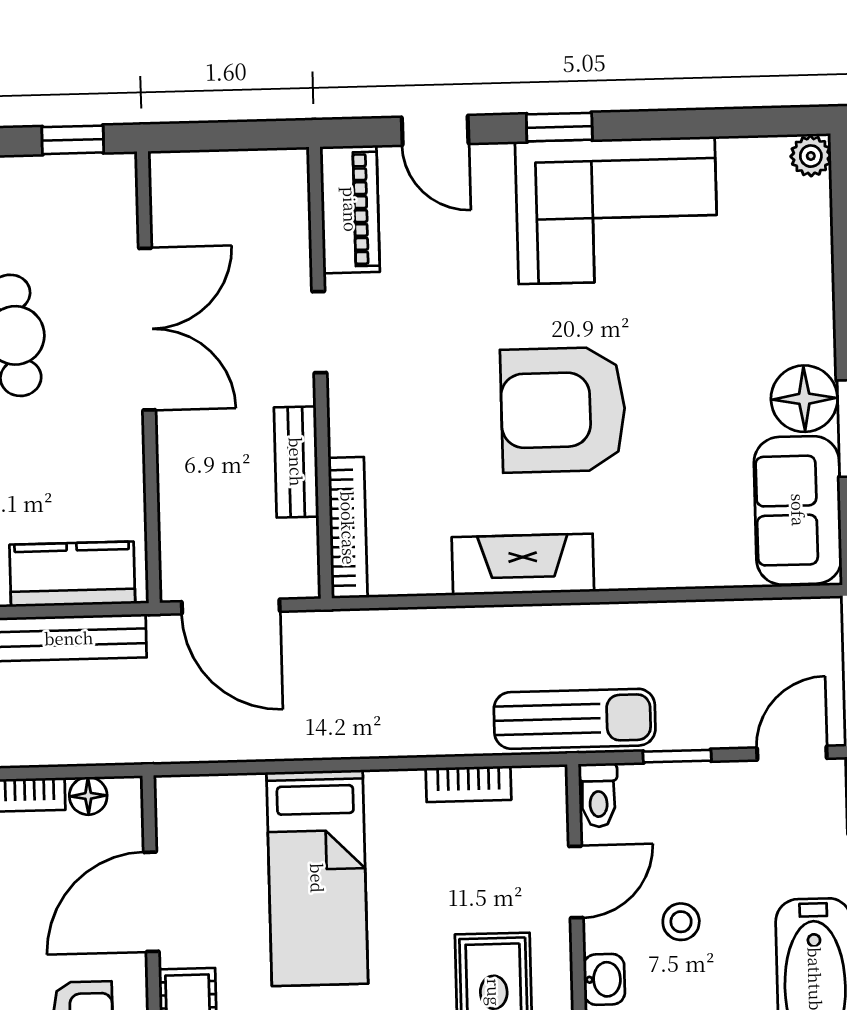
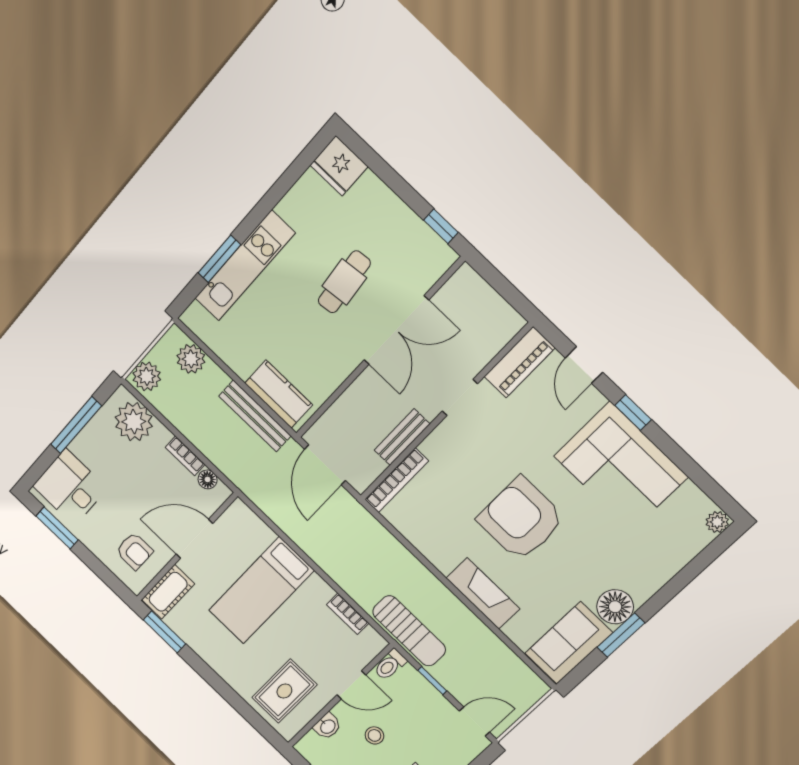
fireplace: (523, 564) -> (483, 593), moved

